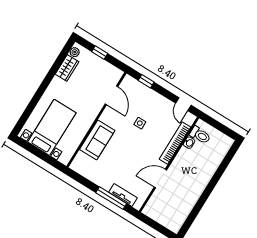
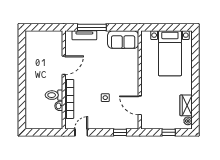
door: (183, 104) -> (81, 132), hinge flipped
toilet: (200, 135) -> (54, 95), moved
sofa: (97, 140) -> (123, 40), moved, turned -90

